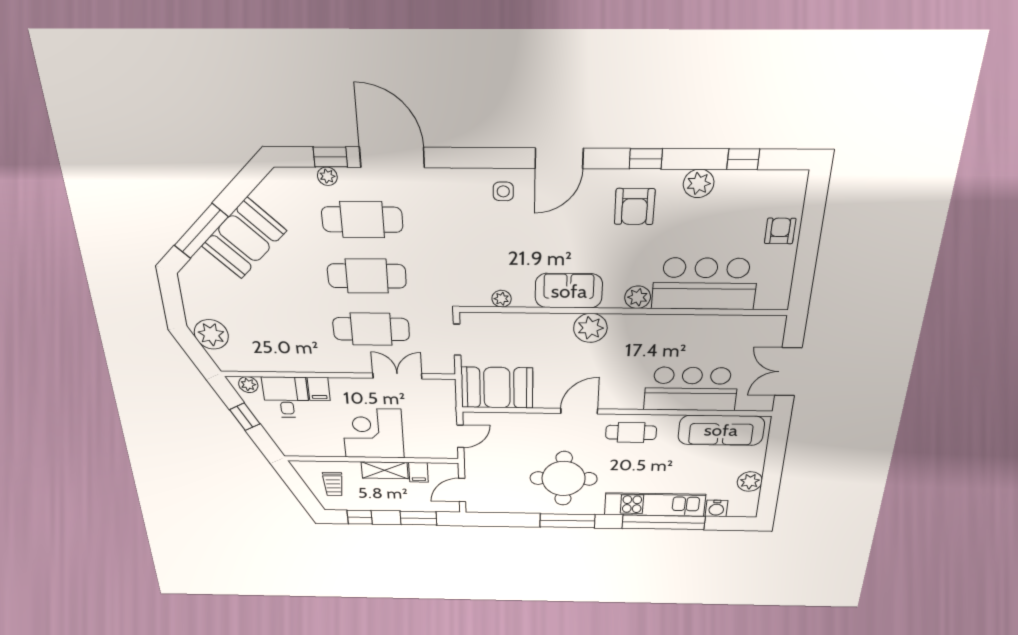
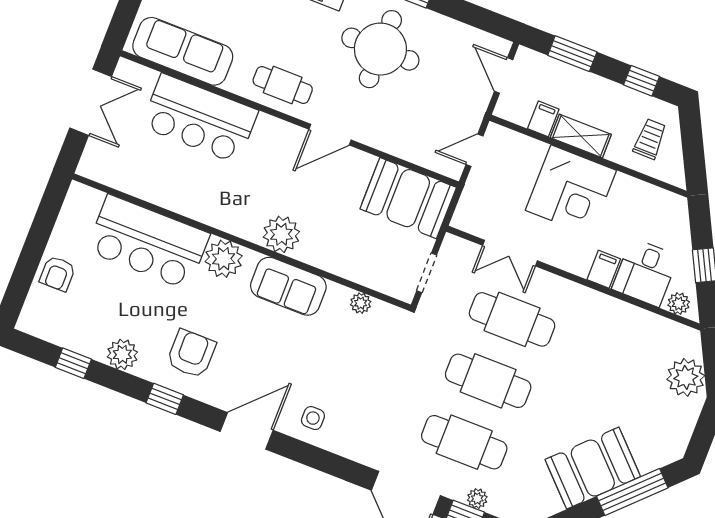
plant: (638, 297) -> (224, 259), width x1.36, depth x1.36
door: (462, 490) -> (504, 75), swing flipped

